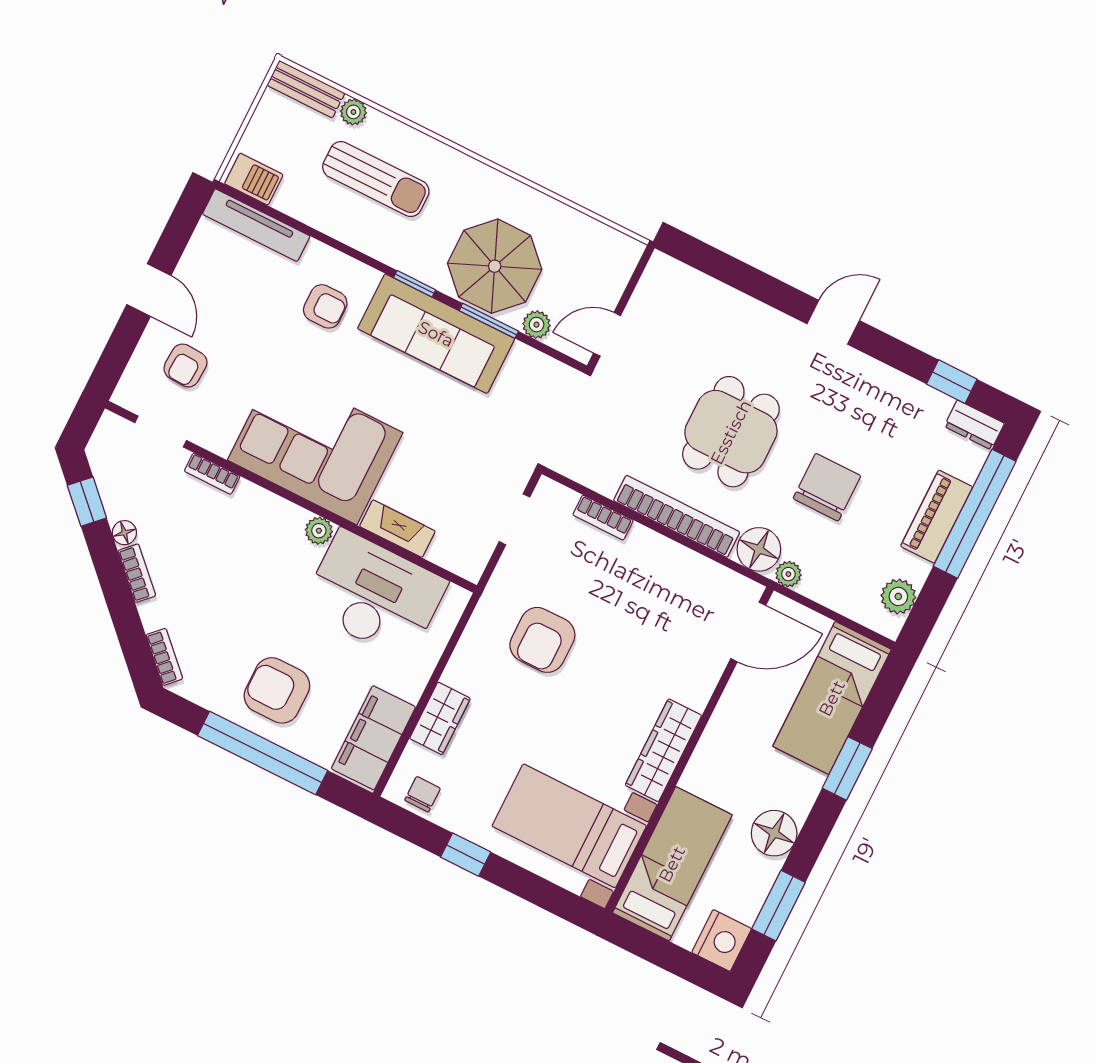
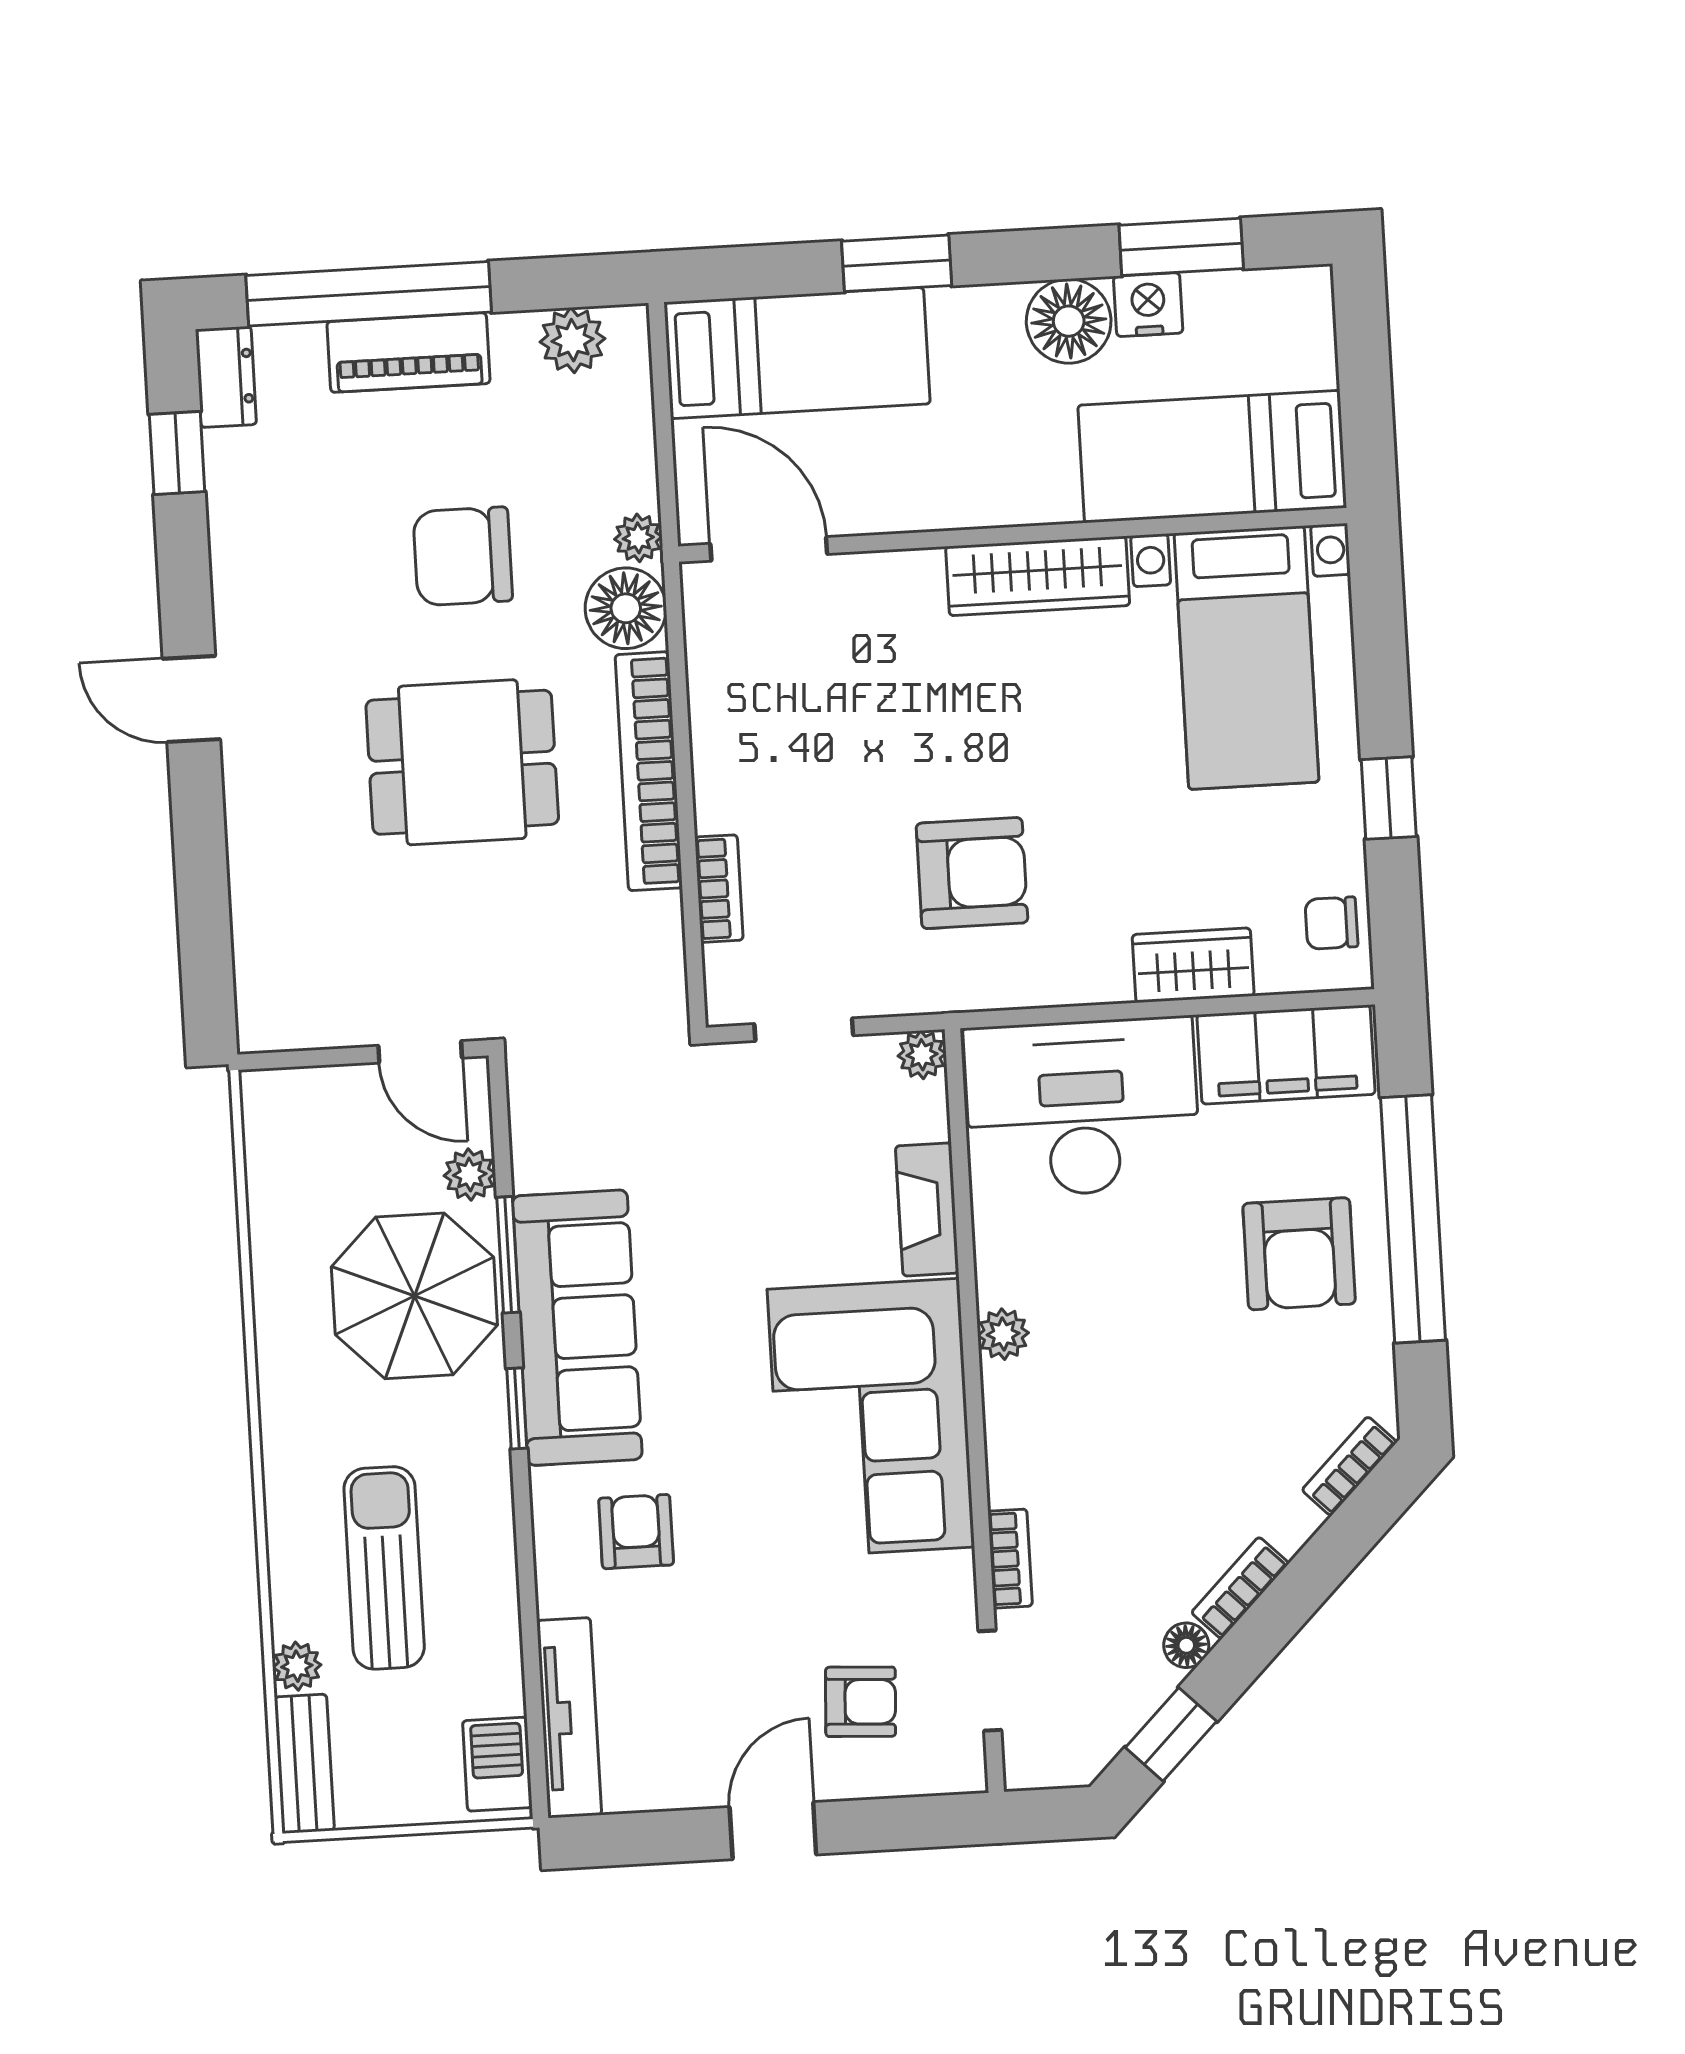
plant: (471, 568) -> (922, 1055), added
desk: (374, 595) -> (1082, 1107), moved, turned 90
nightstand: (722, 940) -> (1148, 305), moved, width x0.74, depth x0.75

